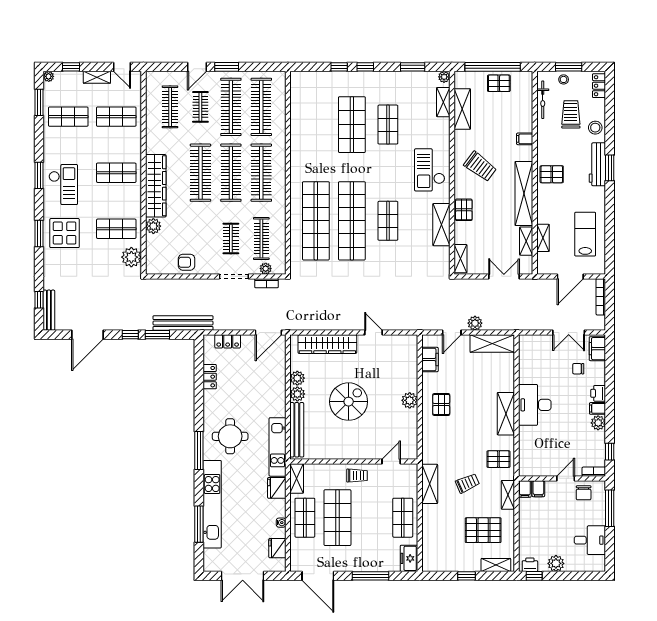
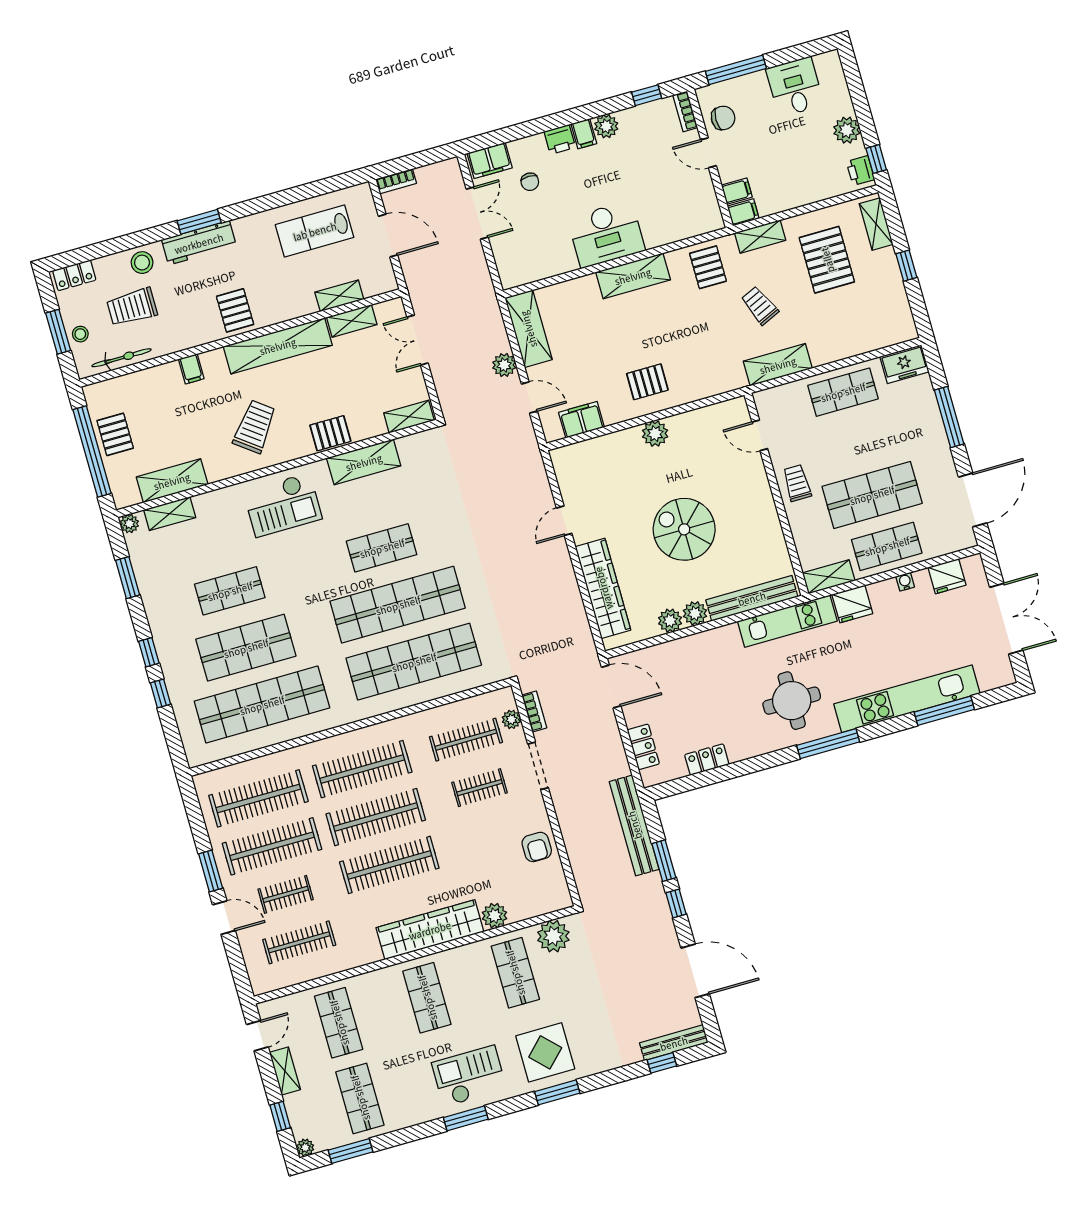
shop shelf: (316, 125) -> (262, 705), added
bookcase: (601, 297) -> (396, 181), width x0.64

